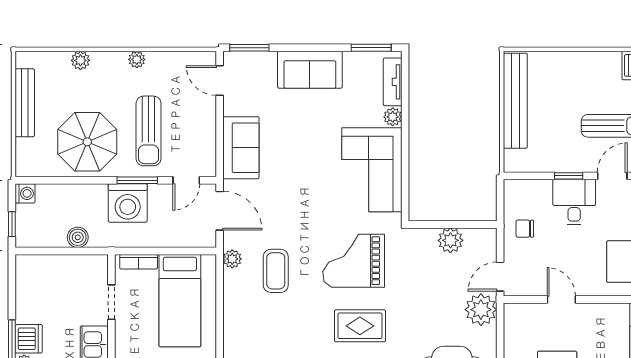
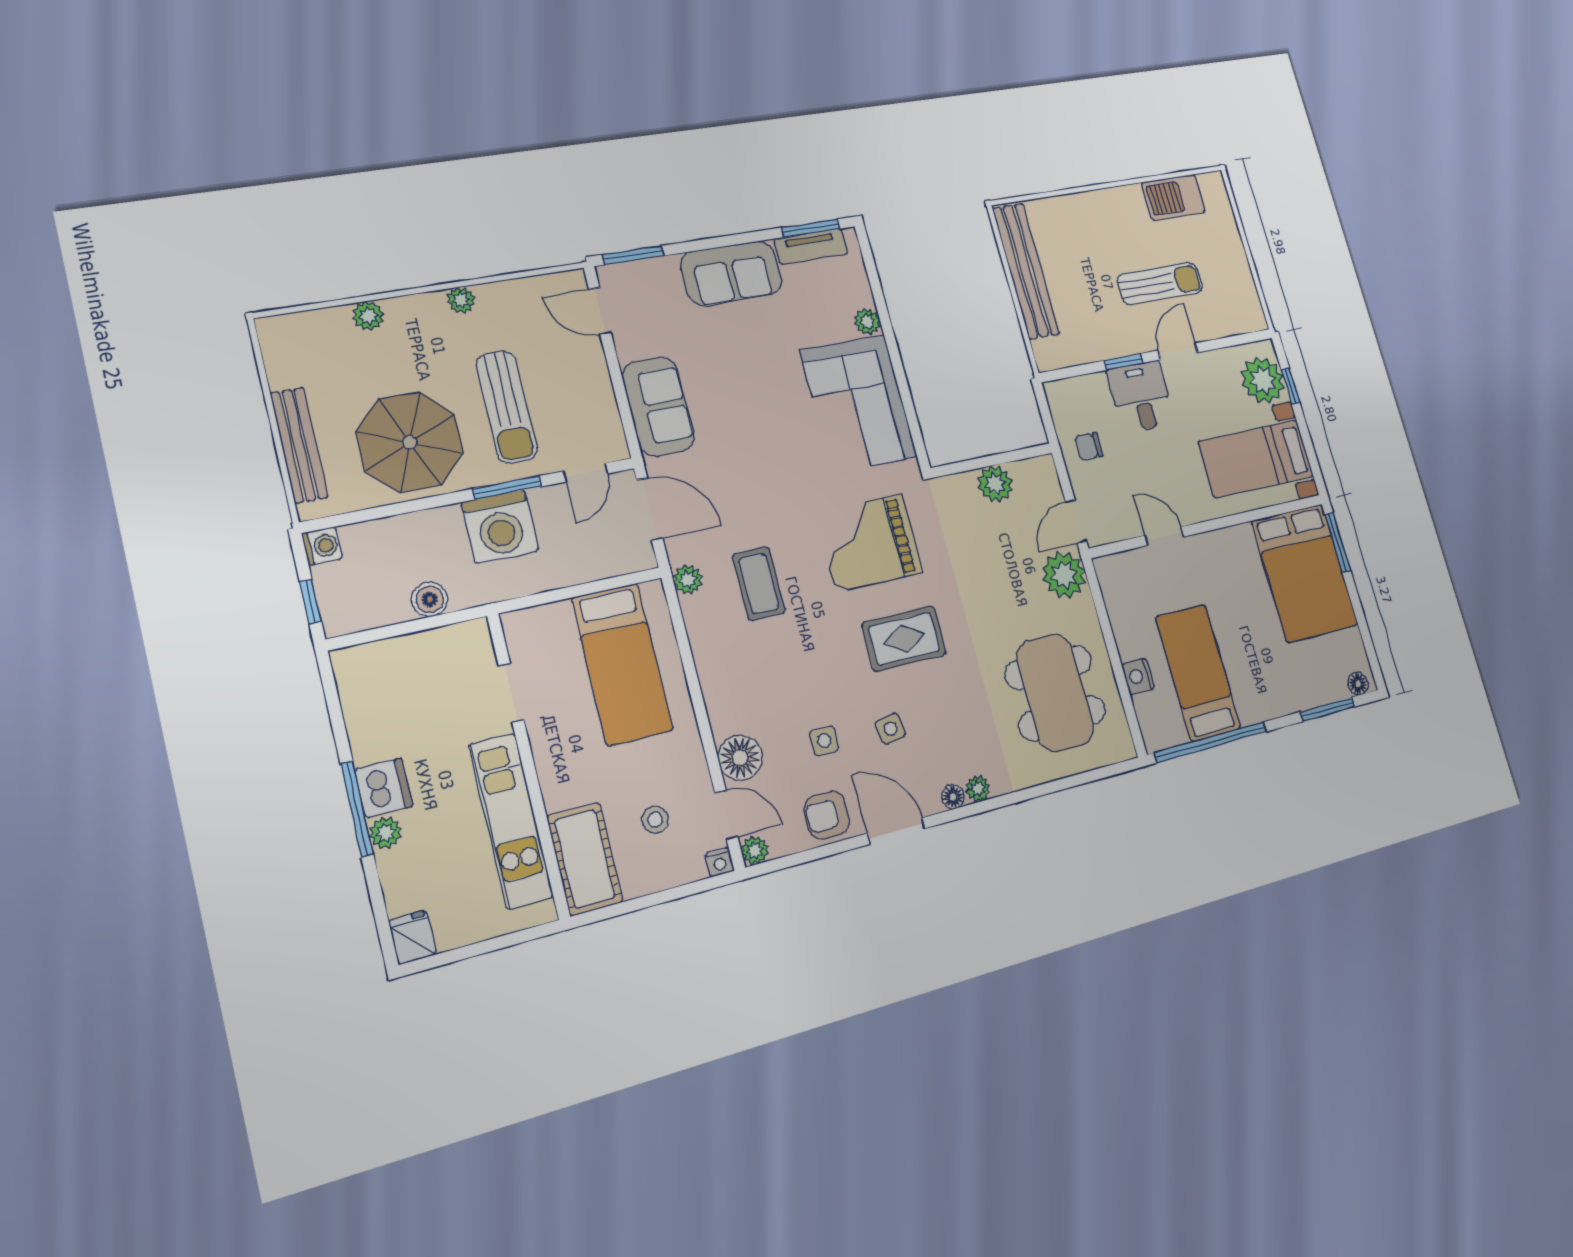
tv unit: (393, 82) -> (811, 247), moved, turned -90
bench: (25, 103) -> (299, 445), moved
bookcase: (139, 262) -> (540, 617), removed

